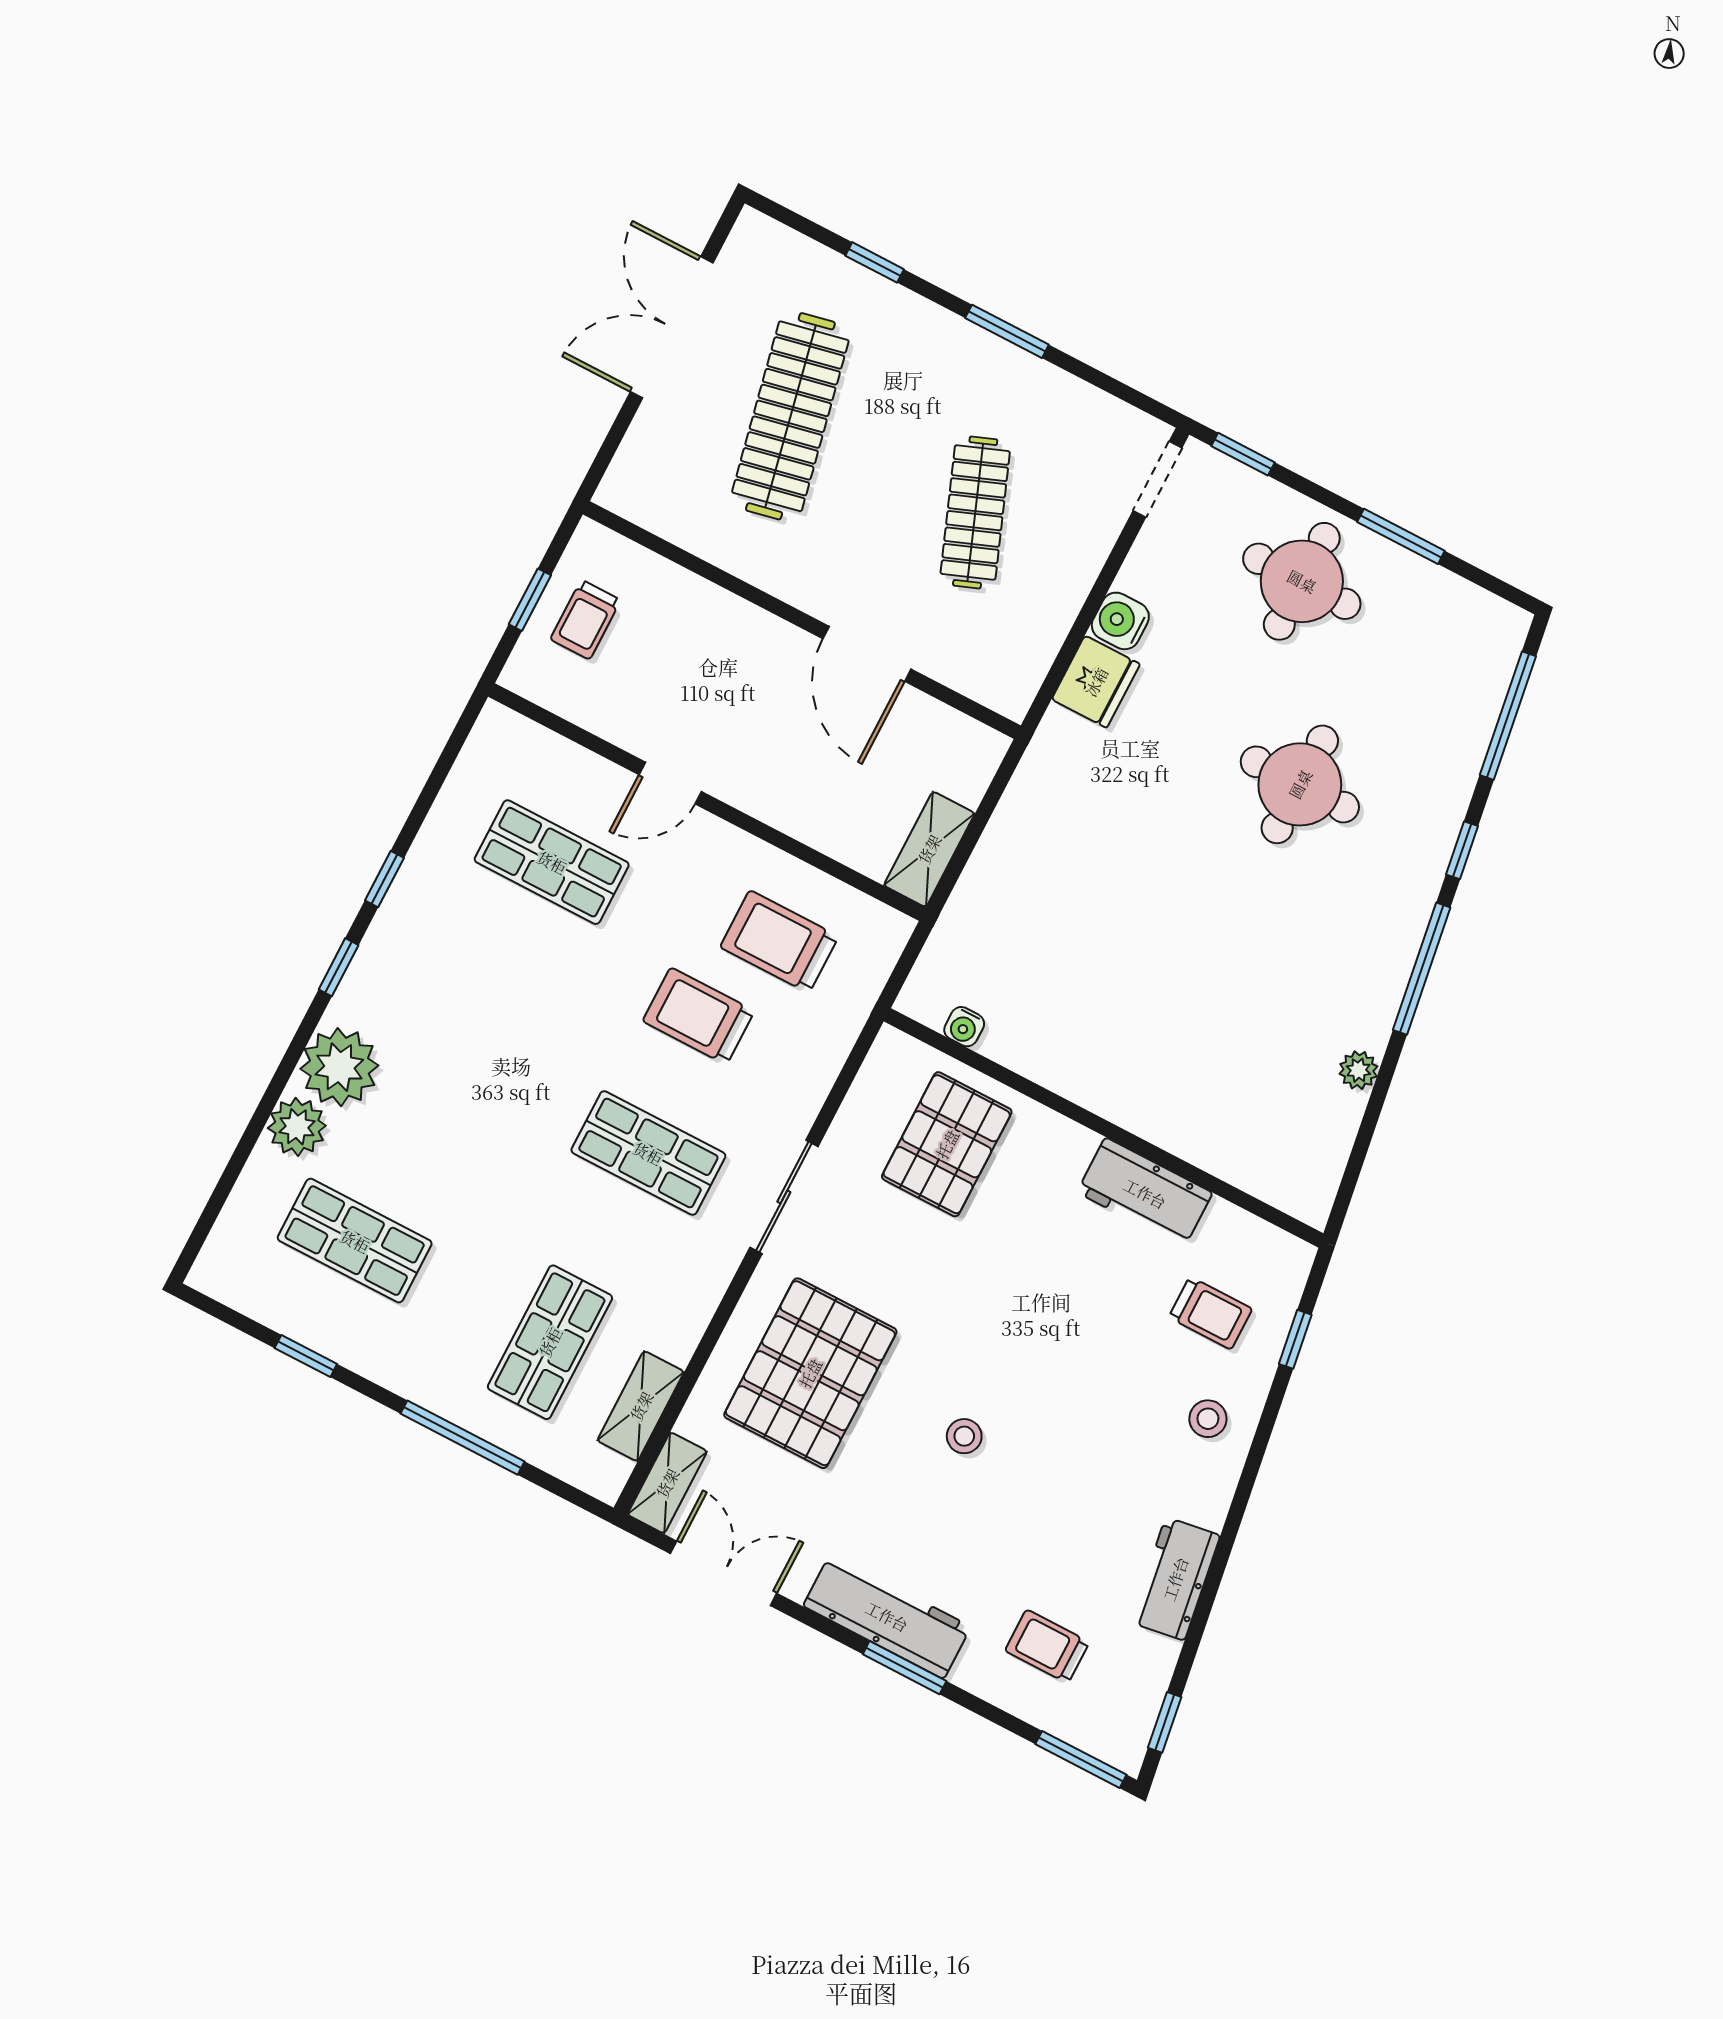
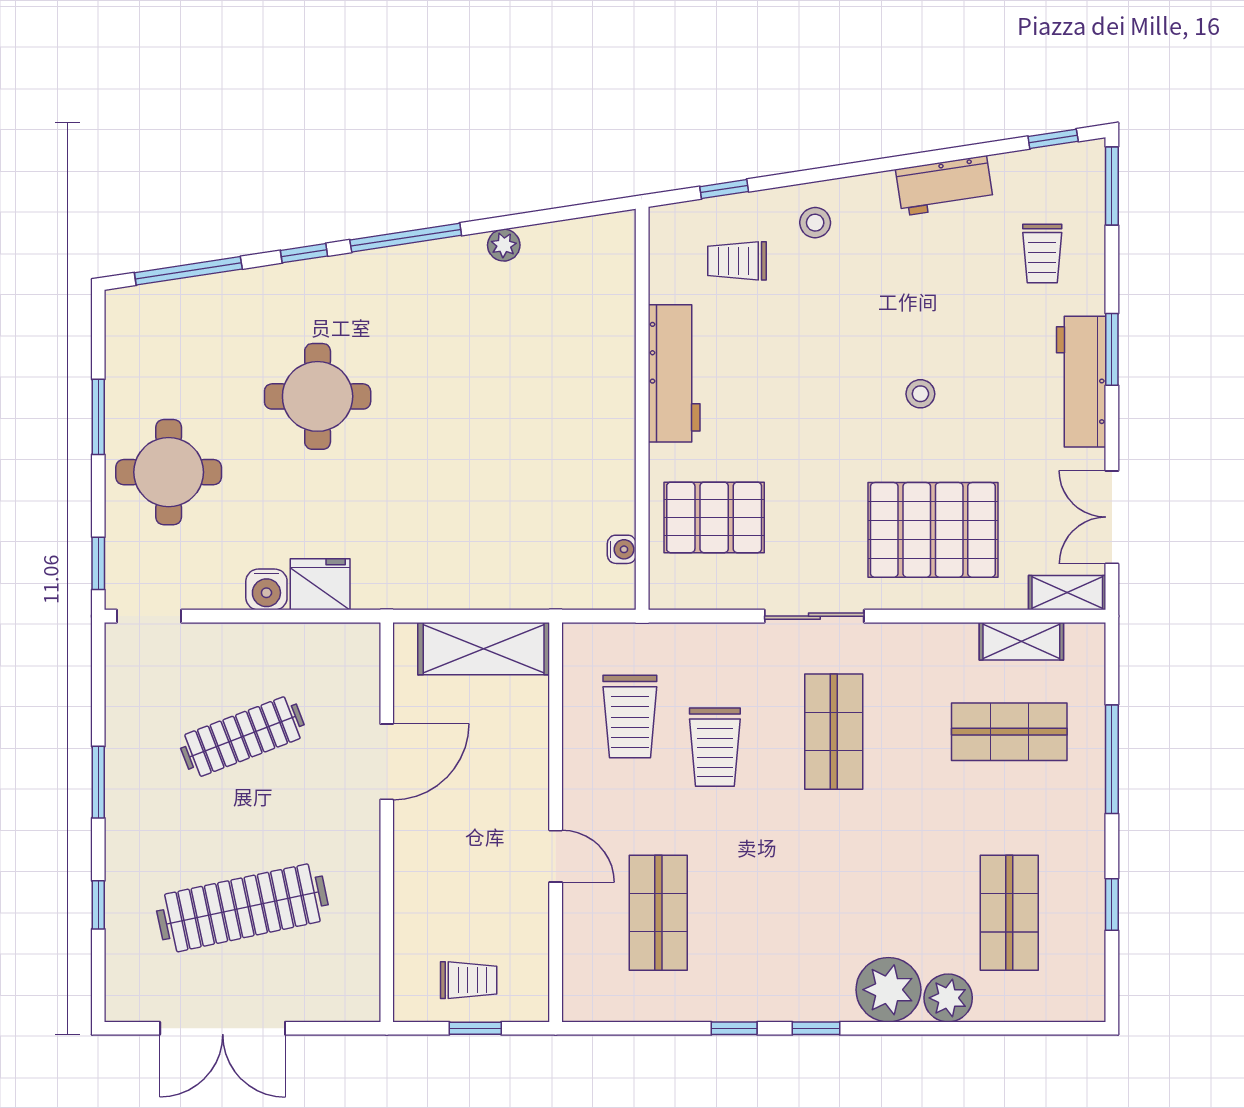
shelving: (929, 849) -> (484, 649), width x1.50, depth x1.33
workbench: (1145, 1193) -> (674, 373), width x1.38
trolley: (1210, 1313) -> (737, 261), turned -90

